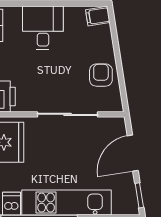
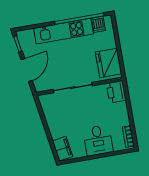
filing cabinet: (98, 16) -> (63, 149), width x2.00
armchair: (101, 75) -> (56, 116), removed

